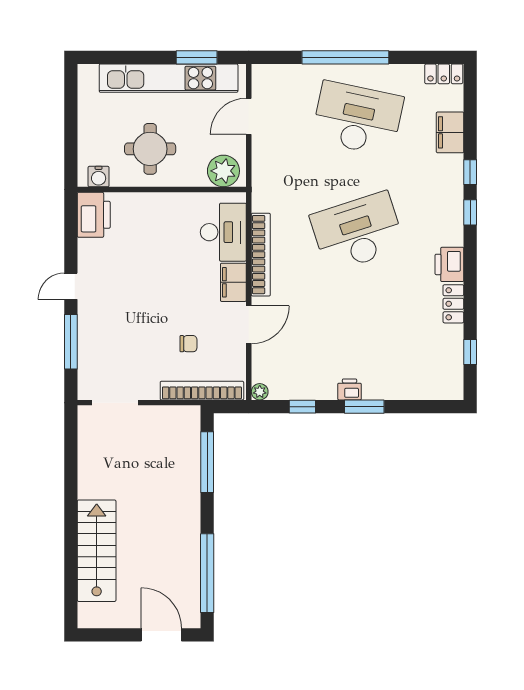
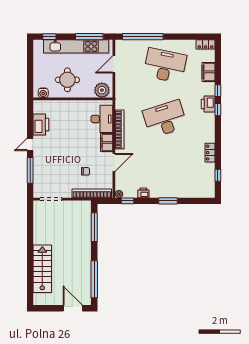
window: (112, 57) -> (49, 37), added
window: (197, 57) -> (89, 37), width x1.44
window: (345, 57) -> (143, 37), moved
printer: (94, 215) -> (41, 124), moved
printer: (449, 264) -> (208, 104), moved
printer: (350, 389) -> (143, 193), moved
window: (302, 407) -> (127, 201), moved

